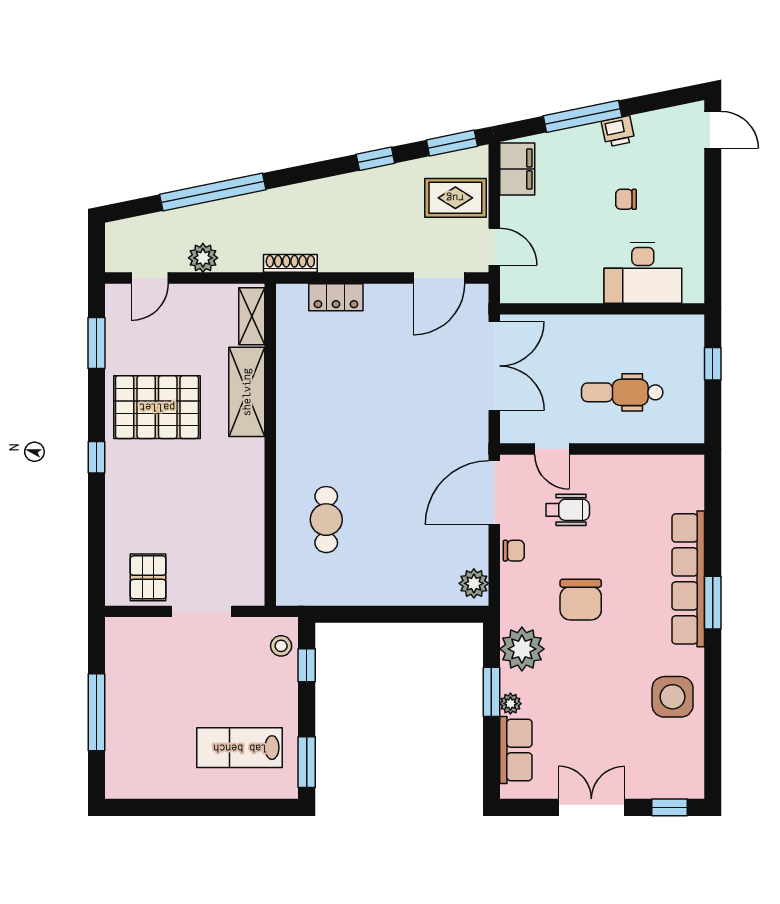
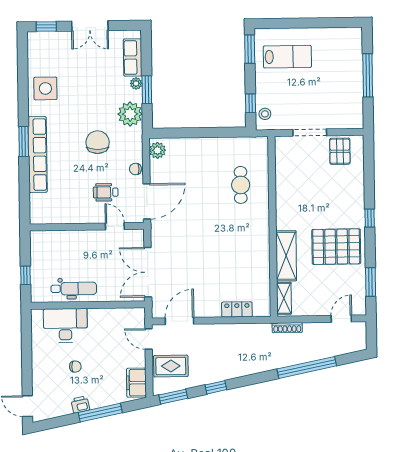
plant: (203, 258) -> (312, 330), removed
shoe rack: (290, 263) -> (287, 328), moved
dental chair: (622, 392) -> (74, 289), moved

